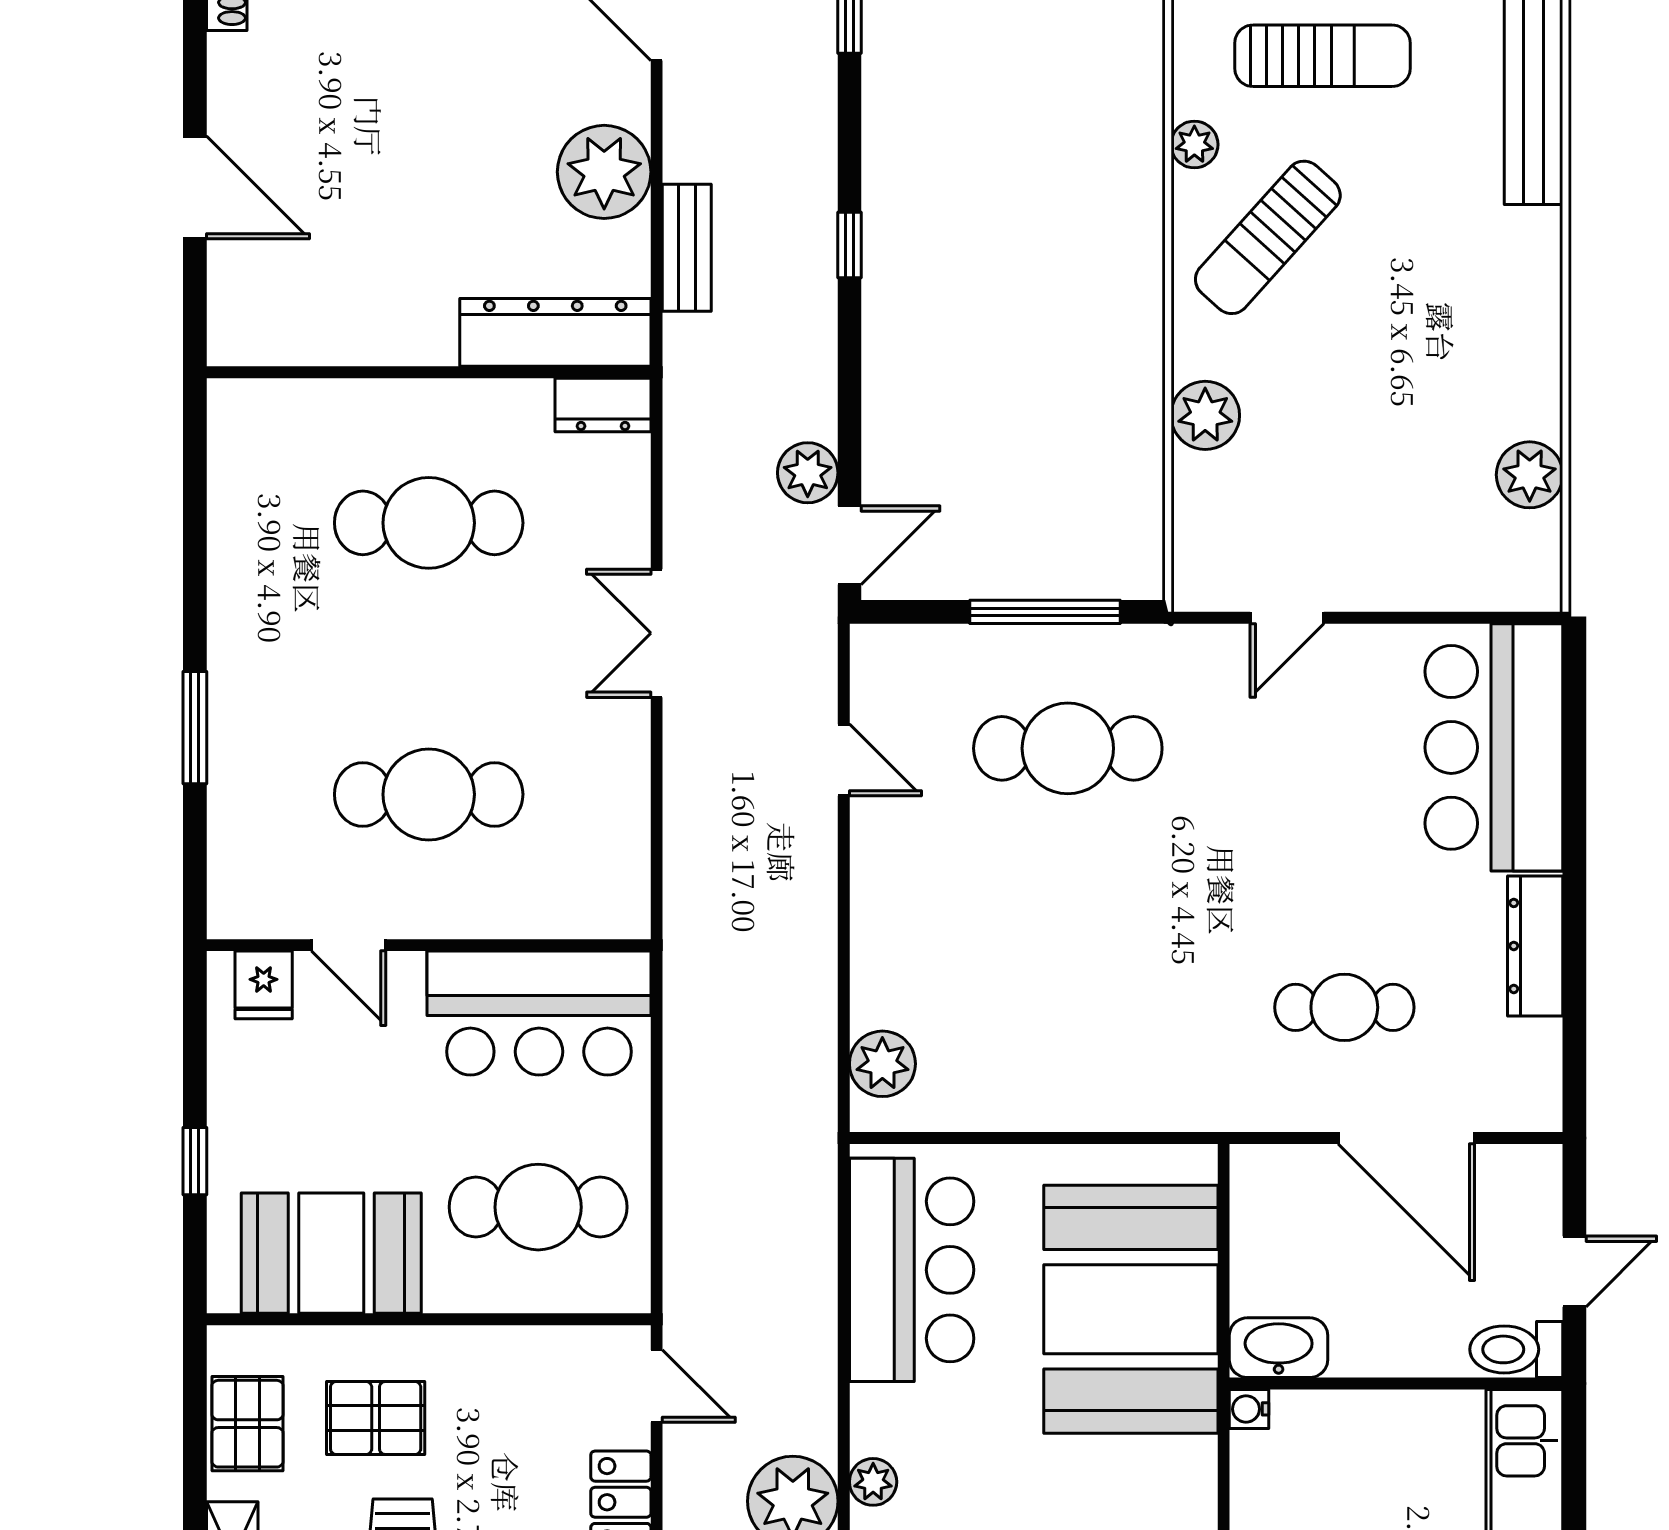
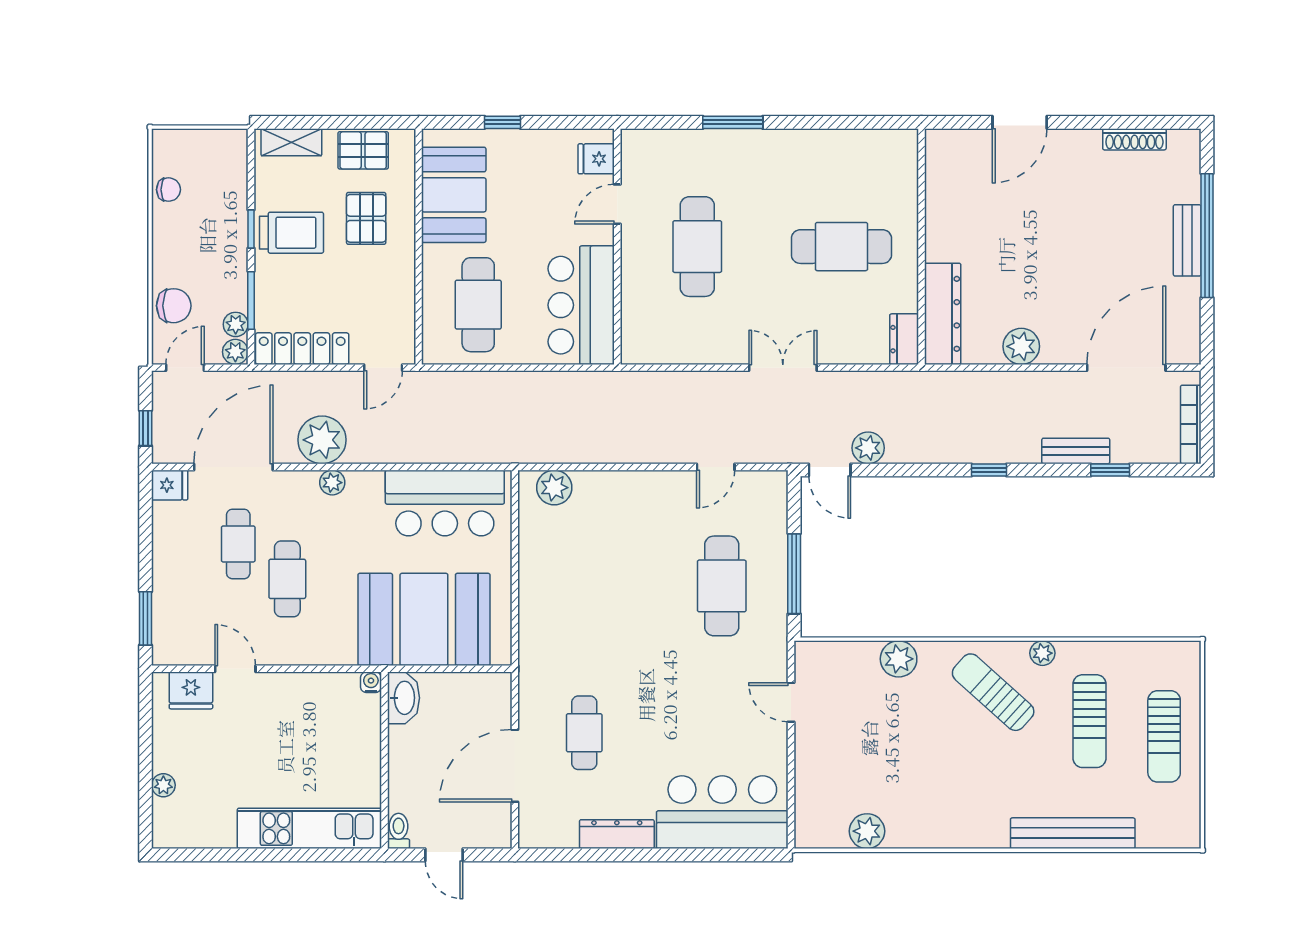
plant: (604, 172) -> (1021, 346), width x0.73, depth x0.73
bench: (687, 248) -> (1076, 451), moved
cafe table: (429, 523) -> (841, 247), turned 90
toilet: (1516, 1349) -> (399, 831), width x0.73, depth x0.72

